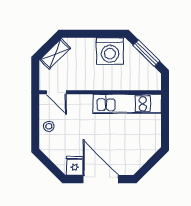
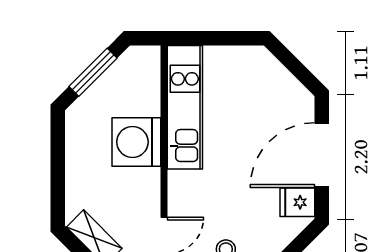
washing machine: (110, 51) -> (136, 142), moved, turned 180

